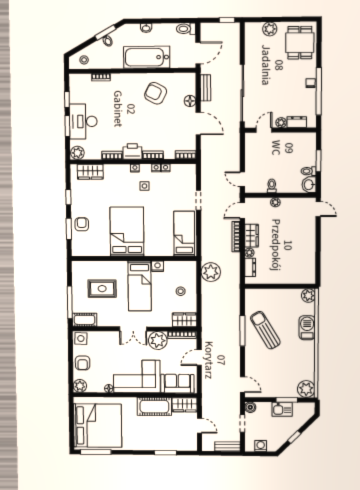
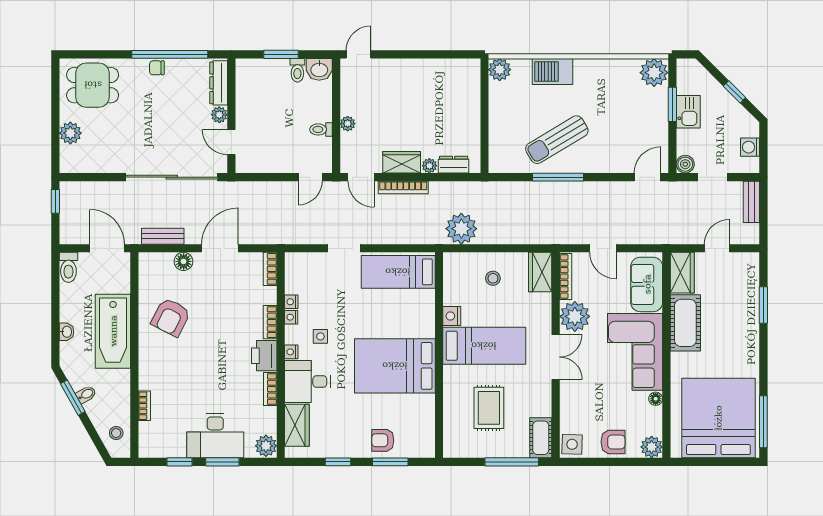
dresser: (297, 122) -> (219, 83), width x1.44
desk: (117, 178) -> (308, 381), added

